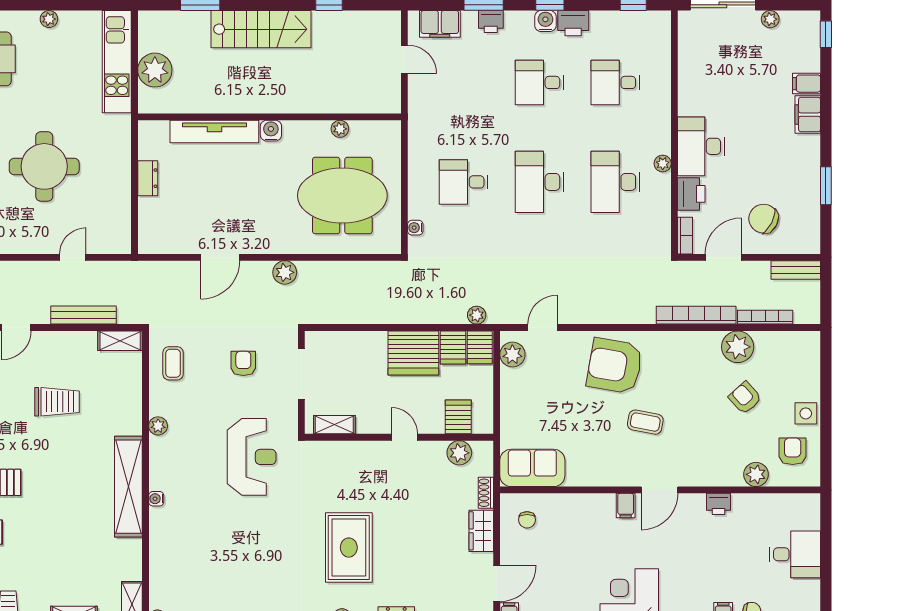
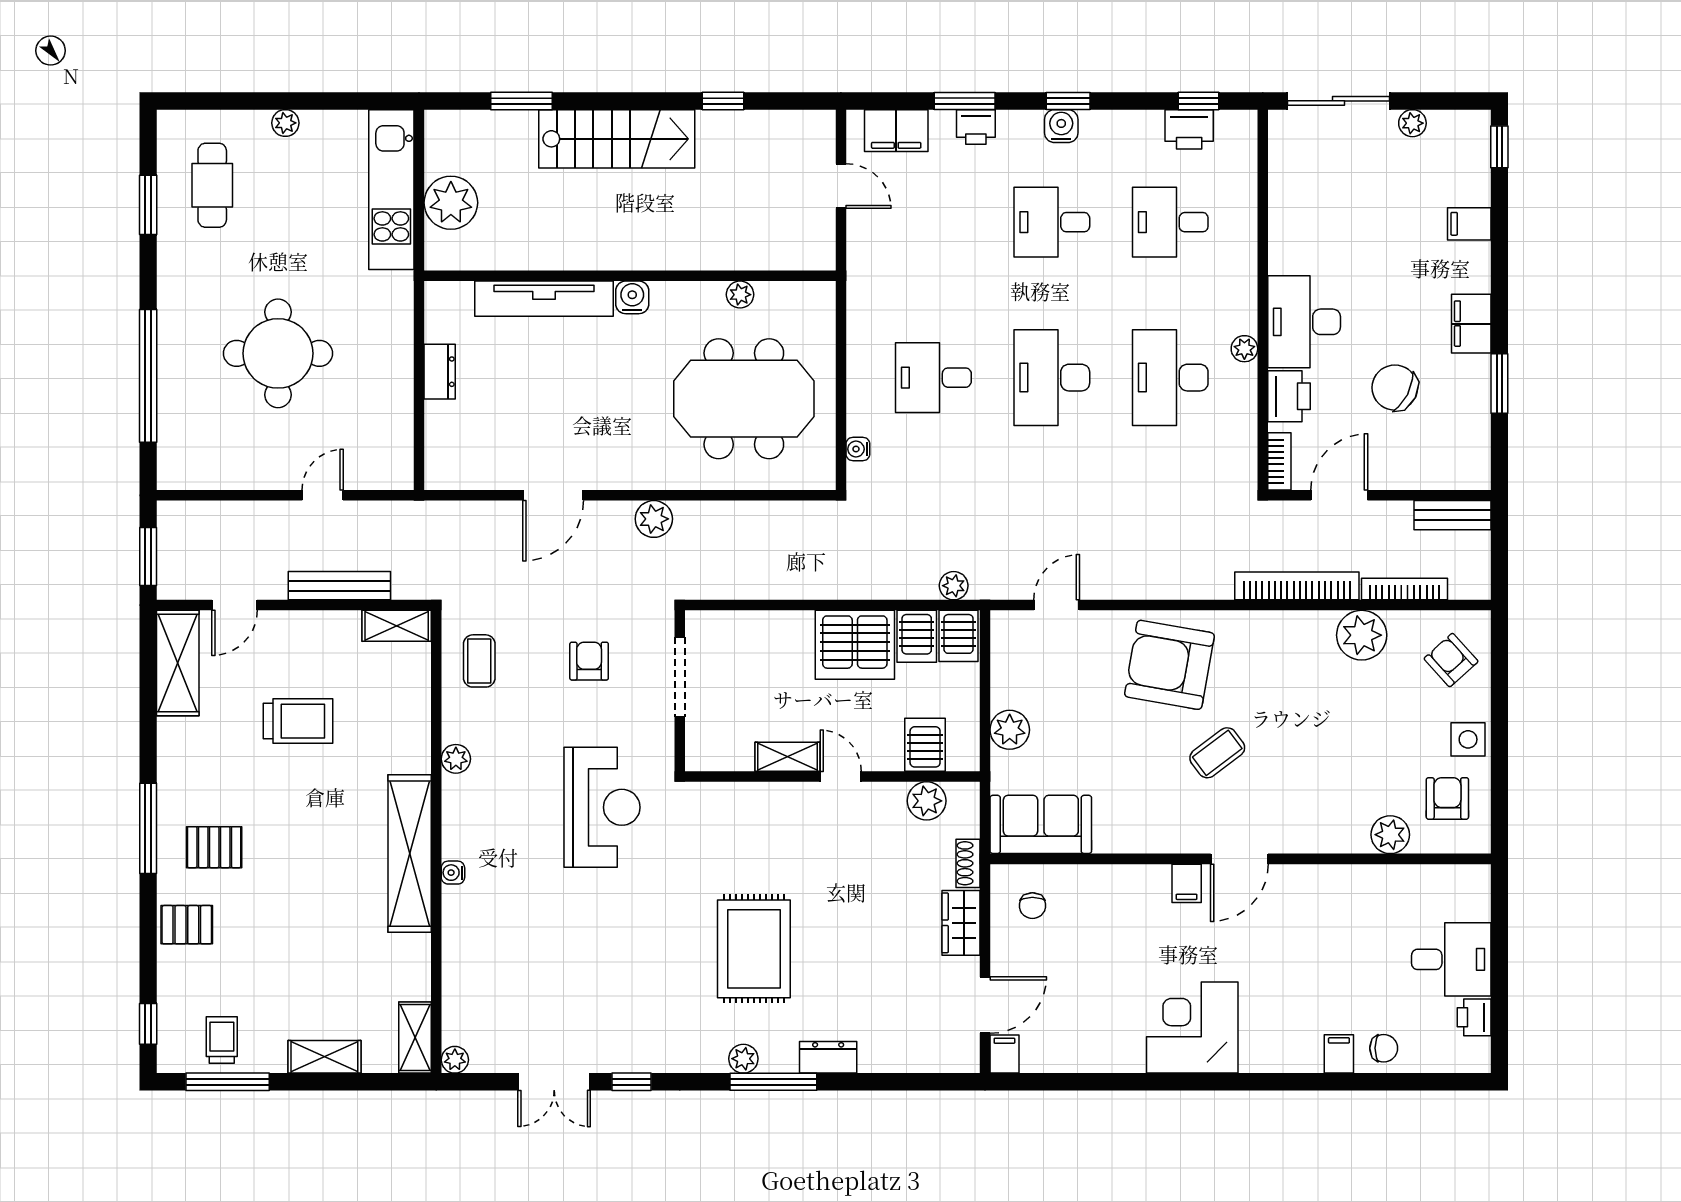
printer: (573, 23) -> (1189, 129), moved
filing cabinet: (808, 115) -> (1471, 324), moved
chair: (764, 219) -> (1395, 388), moved
plant: (512, 354) -> (1010, 730), moved
armchair: (745, 398) -> (1451, 660), moved
coffee table: (645, 422) -> (1217, 753), turned -48
shelving: (334, 425) -> (787, 757), moved
printer: (718, 504) -> (1474, 1017), moved, turned 90

